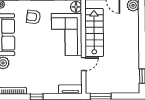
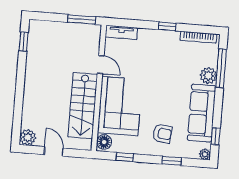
door: (84, 64) -> (101, 65), swing flipped

